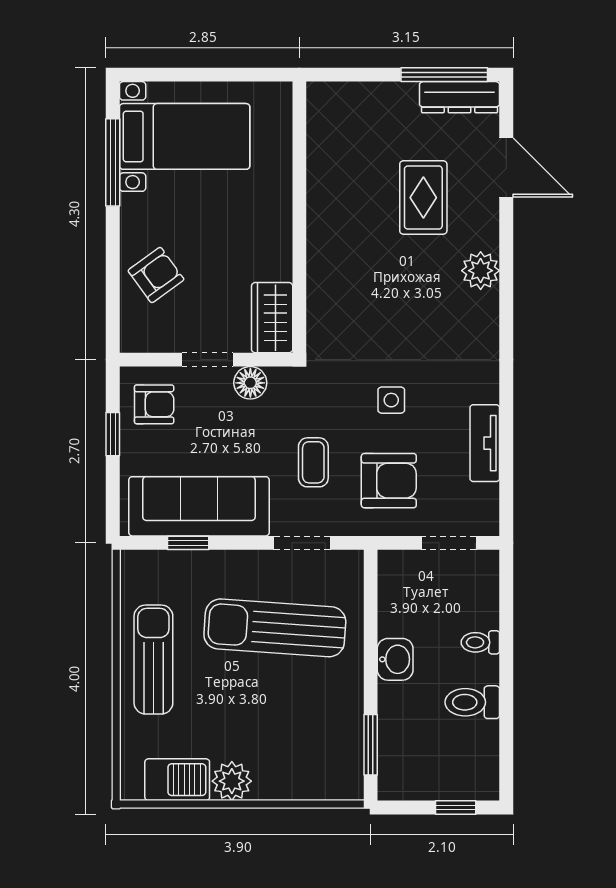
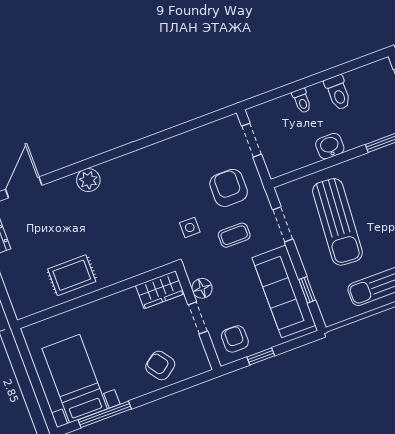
rug: (423, 198) -> (72, 275), moved
side table: (391, 400) -> (190, 227), moved
tv unit: (485, 443) -> (187, 141), removed

